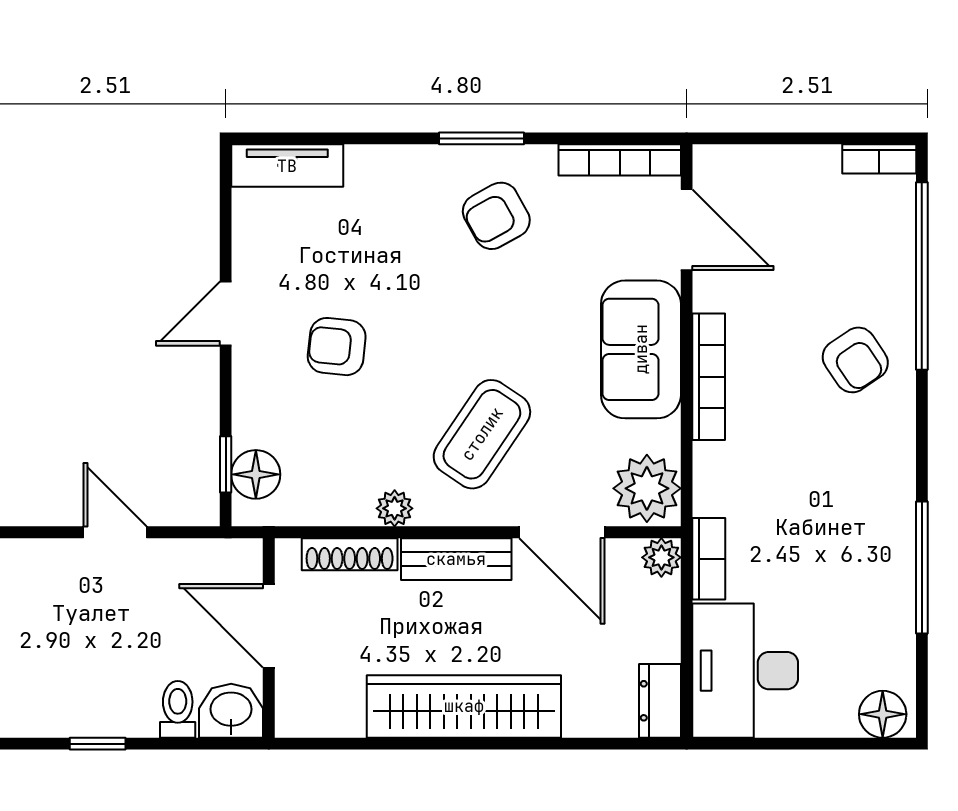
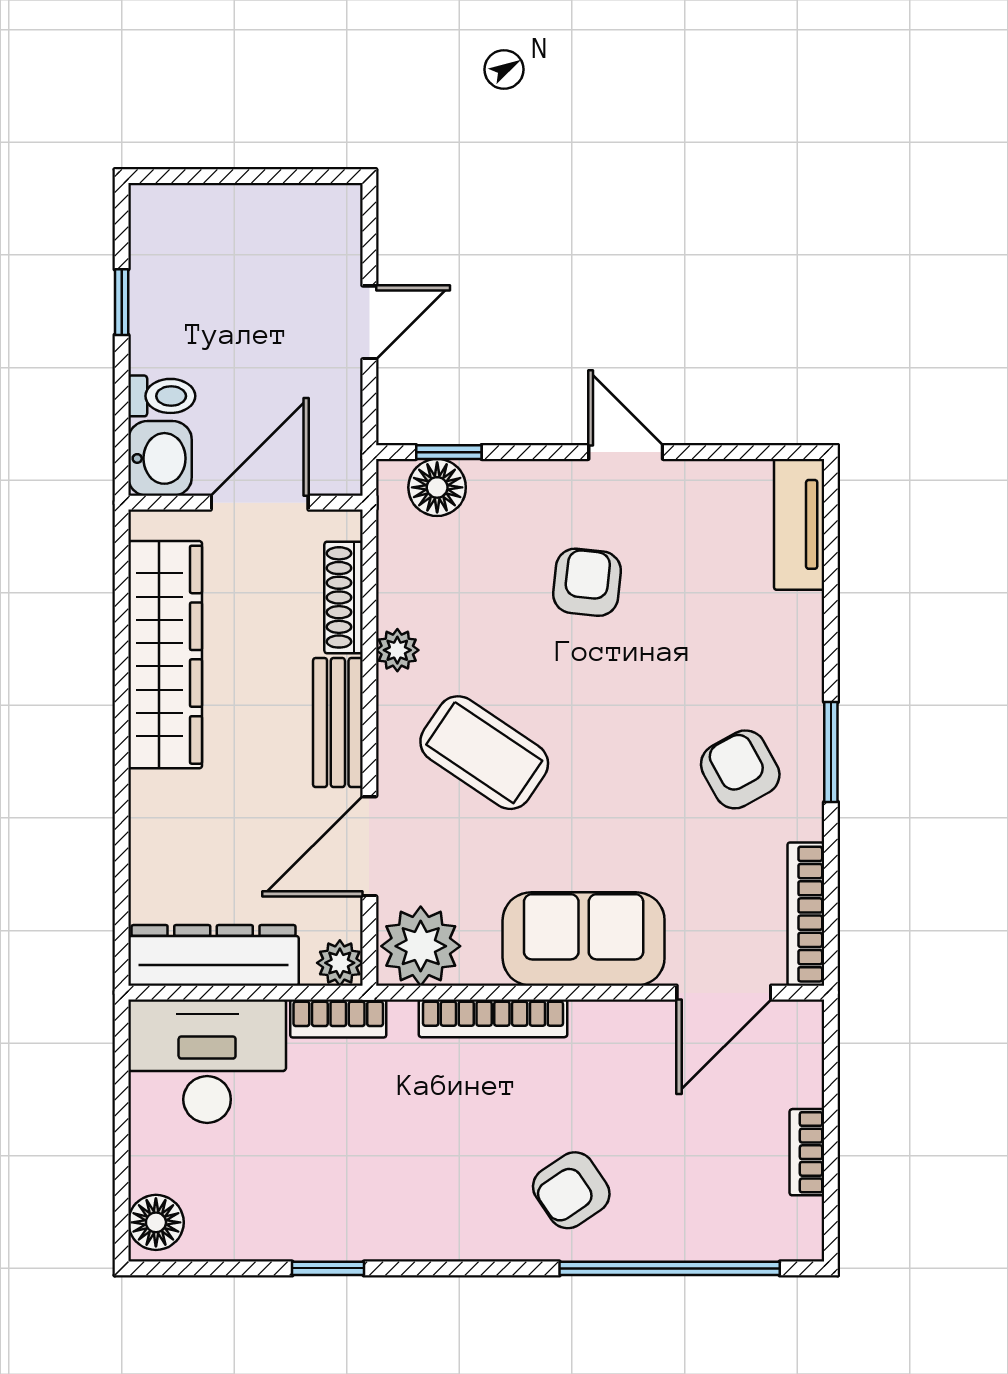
bookcase: (879, 159) -> (807, 1152), moved
bookcase: (709, 377) -> (493, 1018), moved
window: (922, 567) -> (328, 1268), width x0.46
dresser: (660, 701) -> (214, 955), width x1.96, depth x1.24
wardrobe: (464, 706) -> (165, 655), moved

